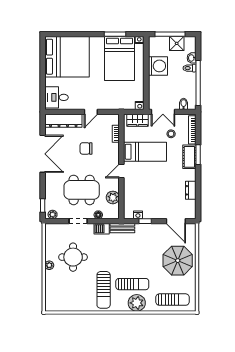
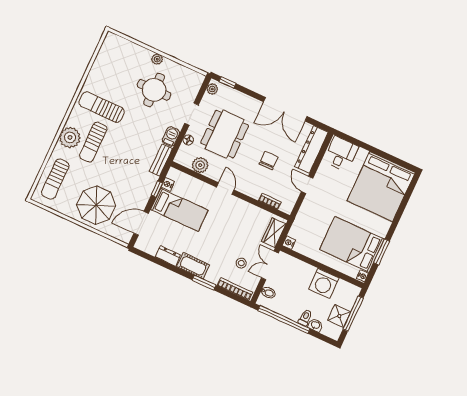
bed: (145, 152) -> (179, 210), moved, turned -90
cot: (189, 157) -> (193, 266), moved

